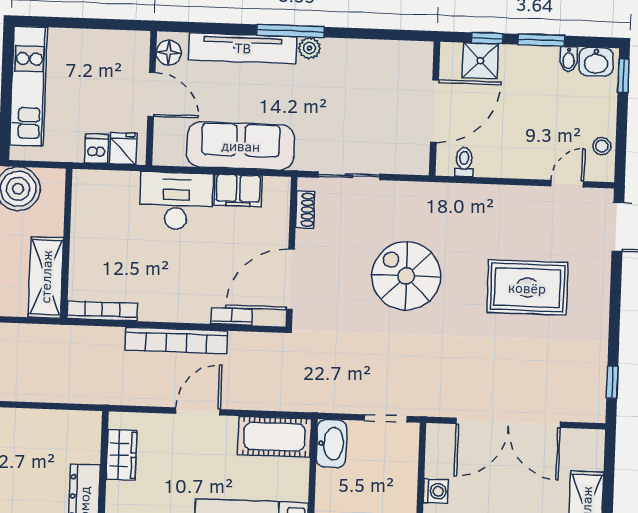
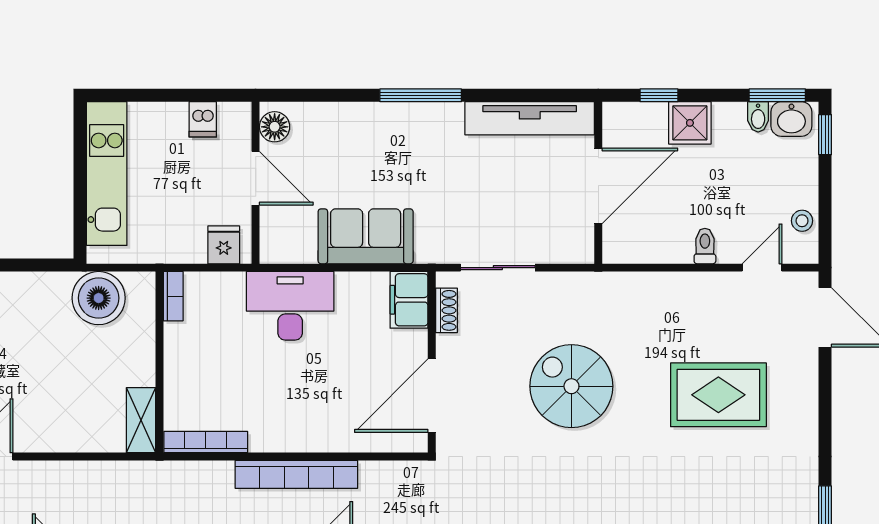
window: (541, 40) -> (777, 95), moved
tv unit: (243, 48) -> (530, 118), moved
plant: (310, 48) -> (445, 115), removed
shower: (480, 61) -> (690, 123), moved
sofa: (241, 146) -> (366, 236), width x0.73
dishwasher: (96, 149) -> (203, 119), moved, turned 180
toilet: (464, 162) -> (705, 246), moved
filing cabinet: (238, 190) -> (409, 300), moved, turned 90
shelving: (46, 277) -> (141, 420), width x0.67, depth x0.75
bookcase: (232, 316) -> (173, 296), moved, turned 90

